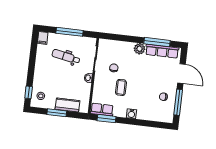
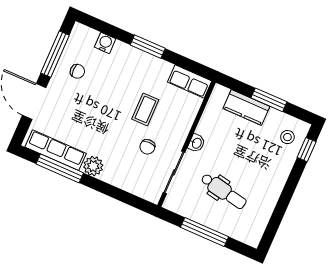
filing cabinet: (43, 38) -> (254, 236), removed
water cooler: (131, 114) -> (105, 43), moved
window: (106, 119) -> (148, 47), moved

